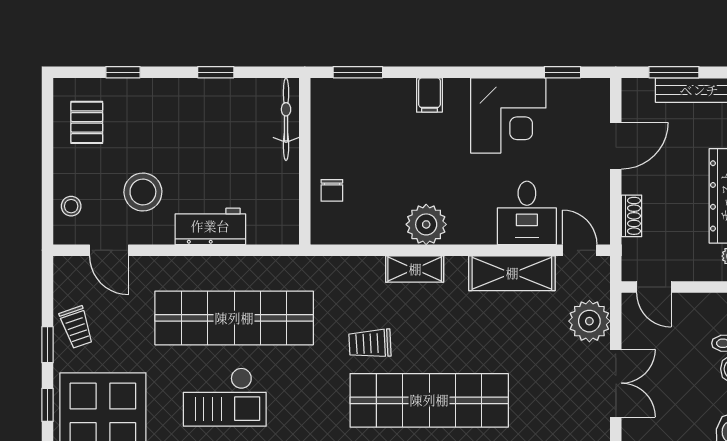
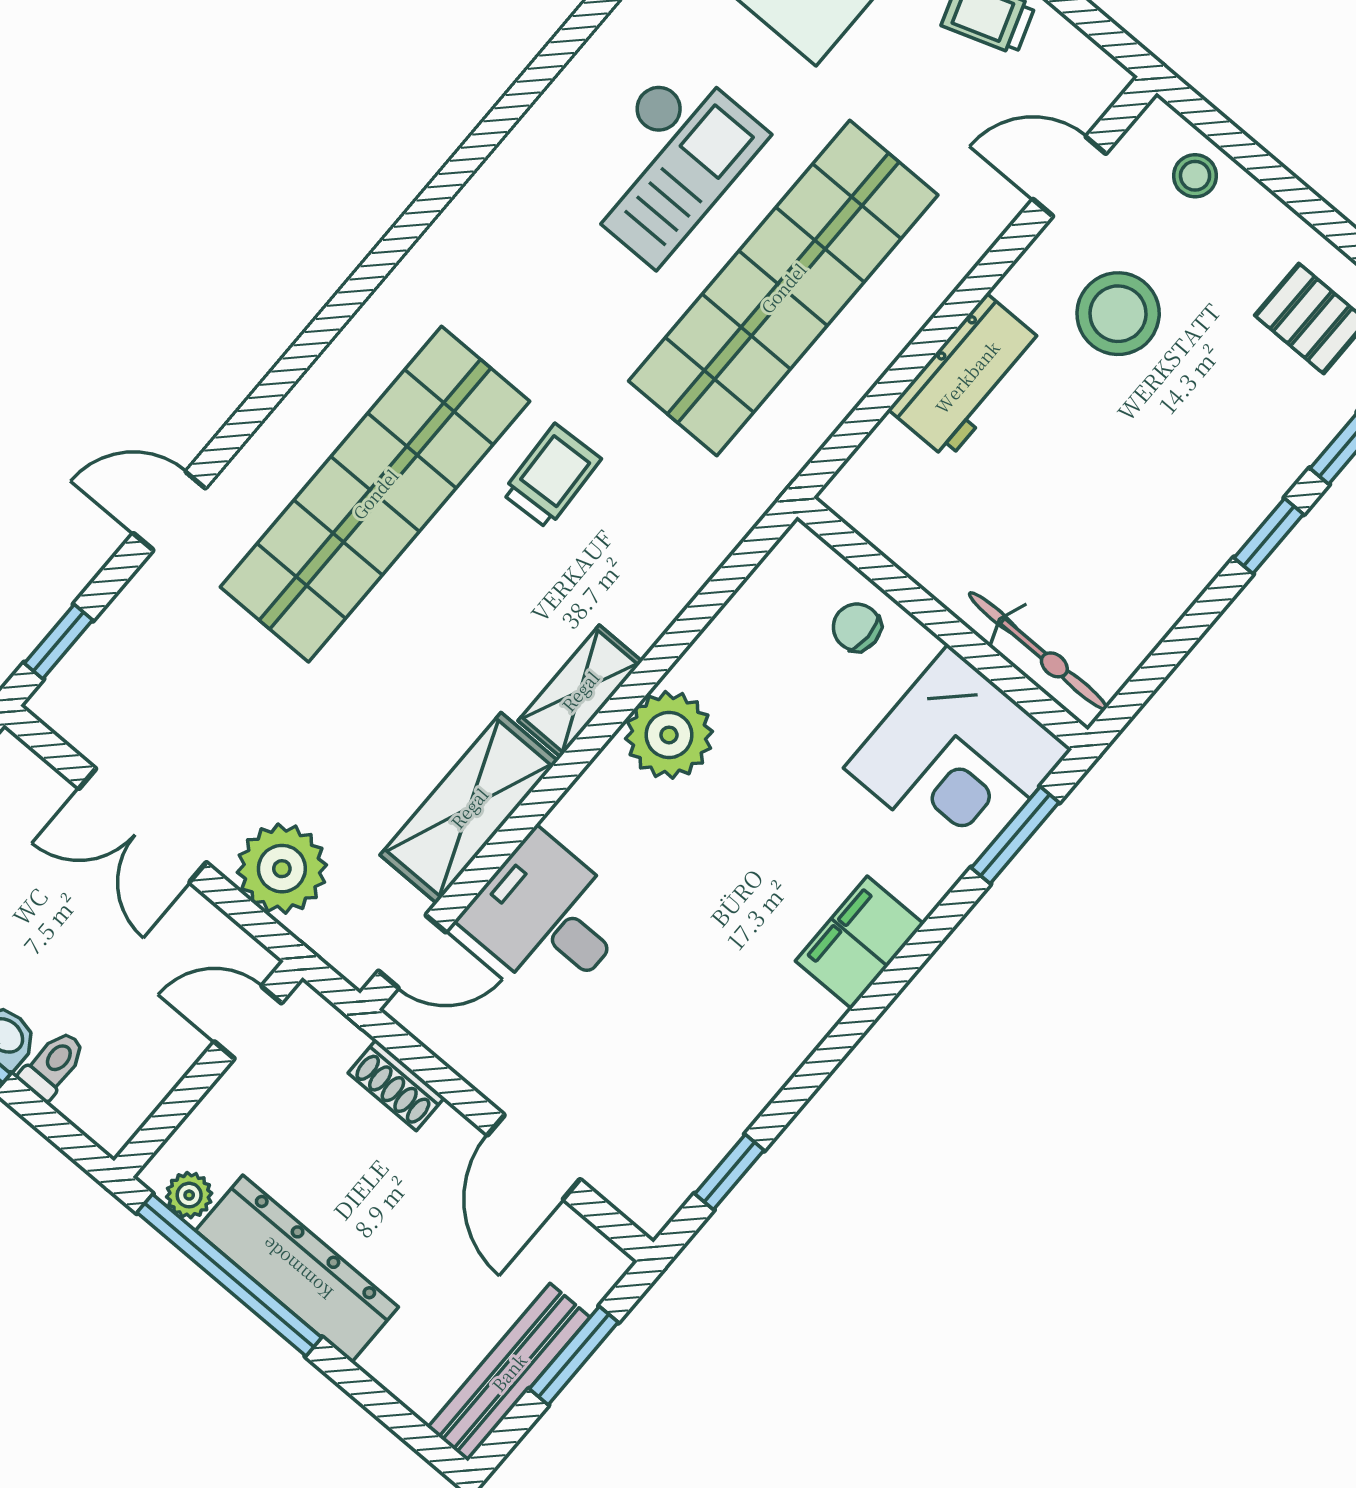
window: (216, 72) -> (1269, 536), moved
filing cabinet: (429, 95) -> (859, 942), width x2.00
corner desk: (508, 115) -> (958, 758), moved, turned -90
shelving: (415, 269) -> (580, 691), moved
checkout: (225, 397) -> (666, 162), turned 180

